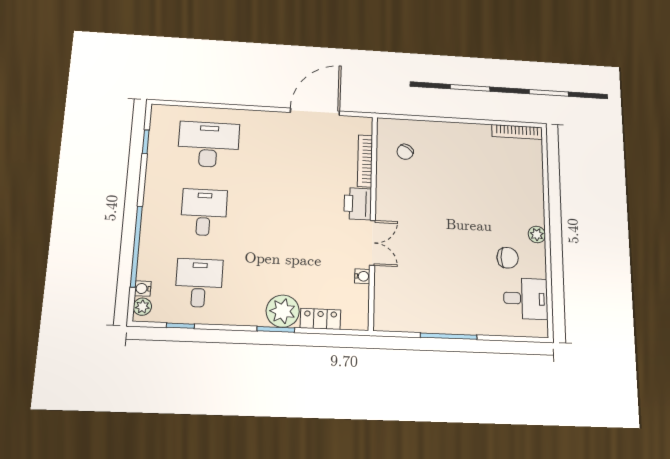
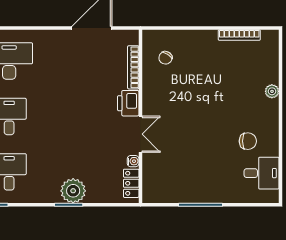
bookcase: (517, 132) -> (239, 35), moved
plant: (537, 235) -> (272, 91), moved
locker: (320, 319) -> (131, 183), moved, turned -90

